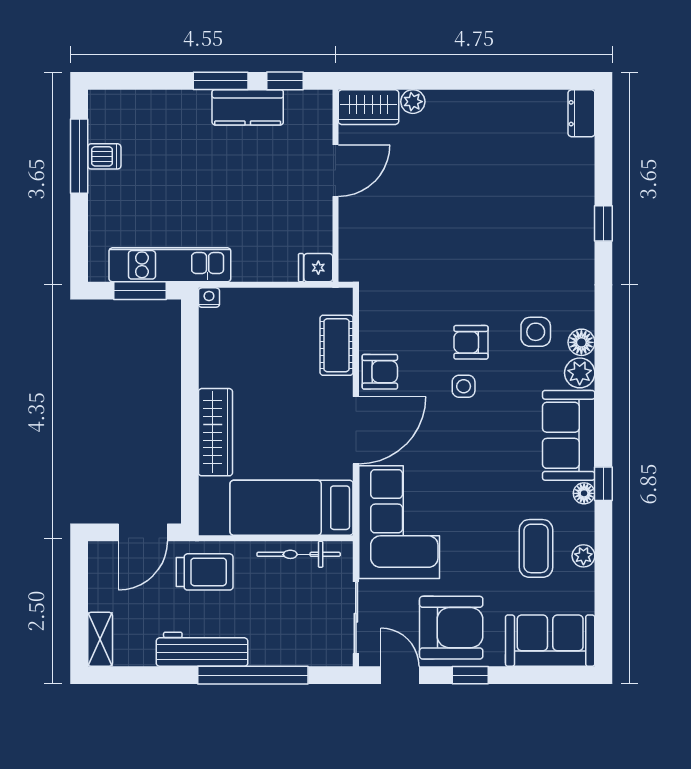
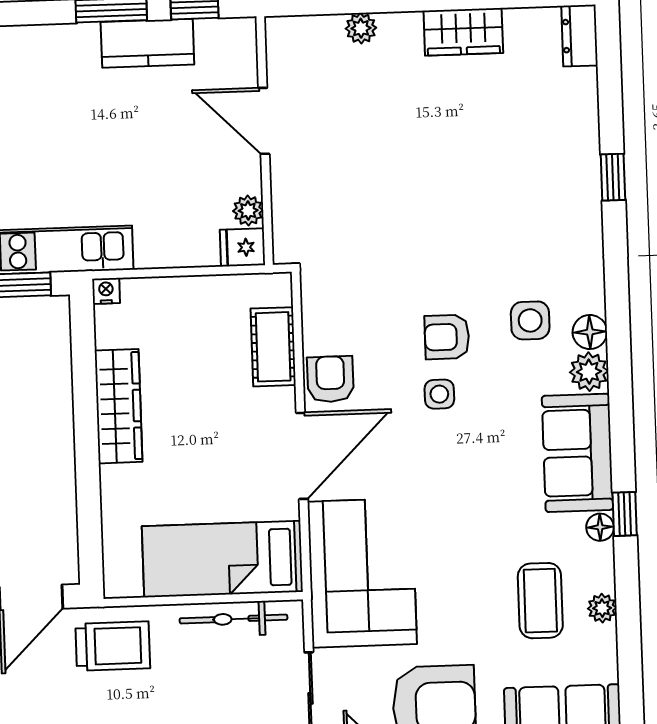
wardrobe: (368, 107) -> (463, 32), moved
door: (335, 171) -> (264, 121), swing flipped
plant: (321, 239) -> (248, 211), added
armchair: (380, 372) -> (330, 379), turned -90
wardrobe: (215, 432) -> (118, 406), moved

